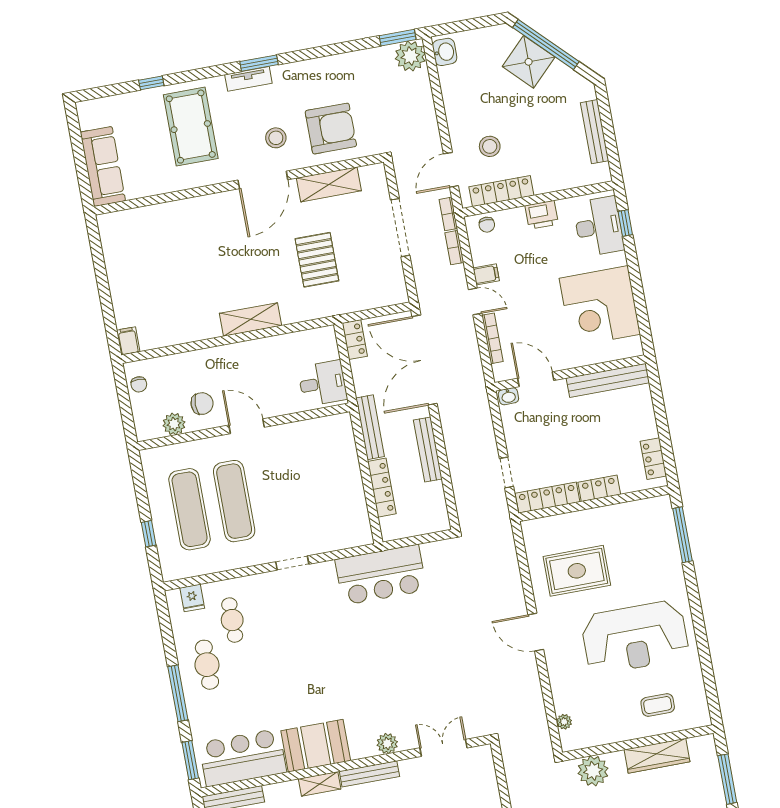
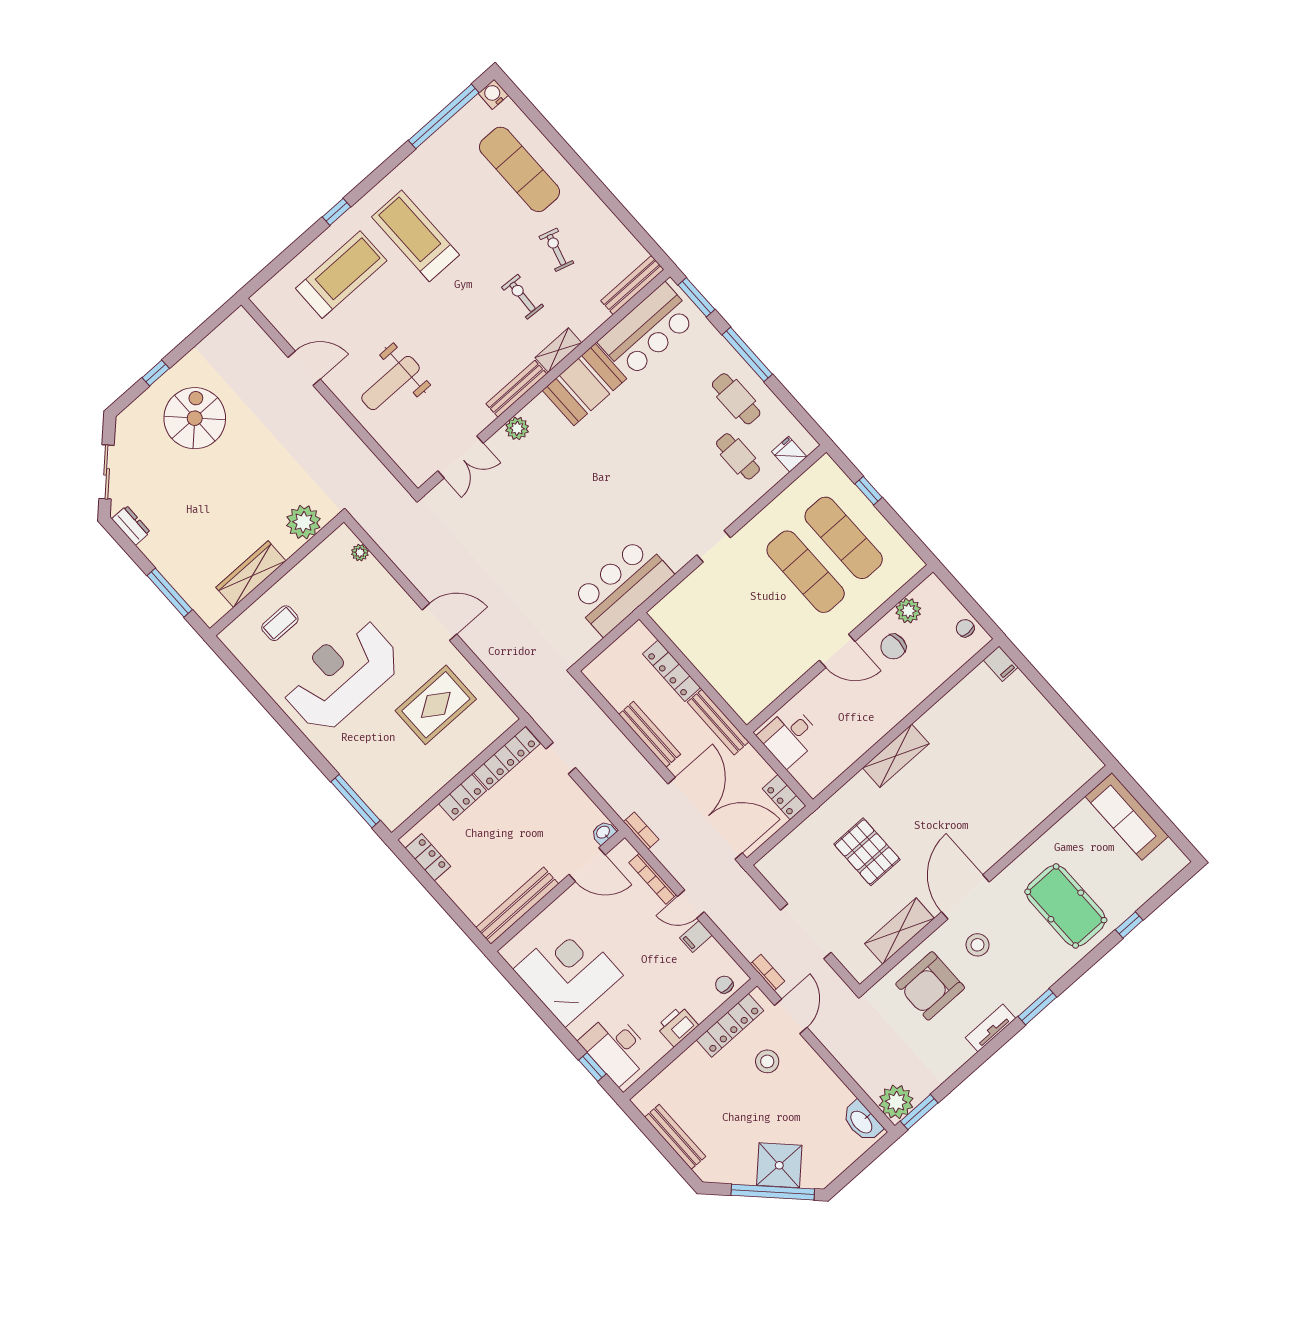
washbasin: (445, 52) -> (862, 1122), width x1.38
tv unit: (248, 79) -> (990, 1028), moved
bookcase: (454, 248) -> (641, 831), moved

